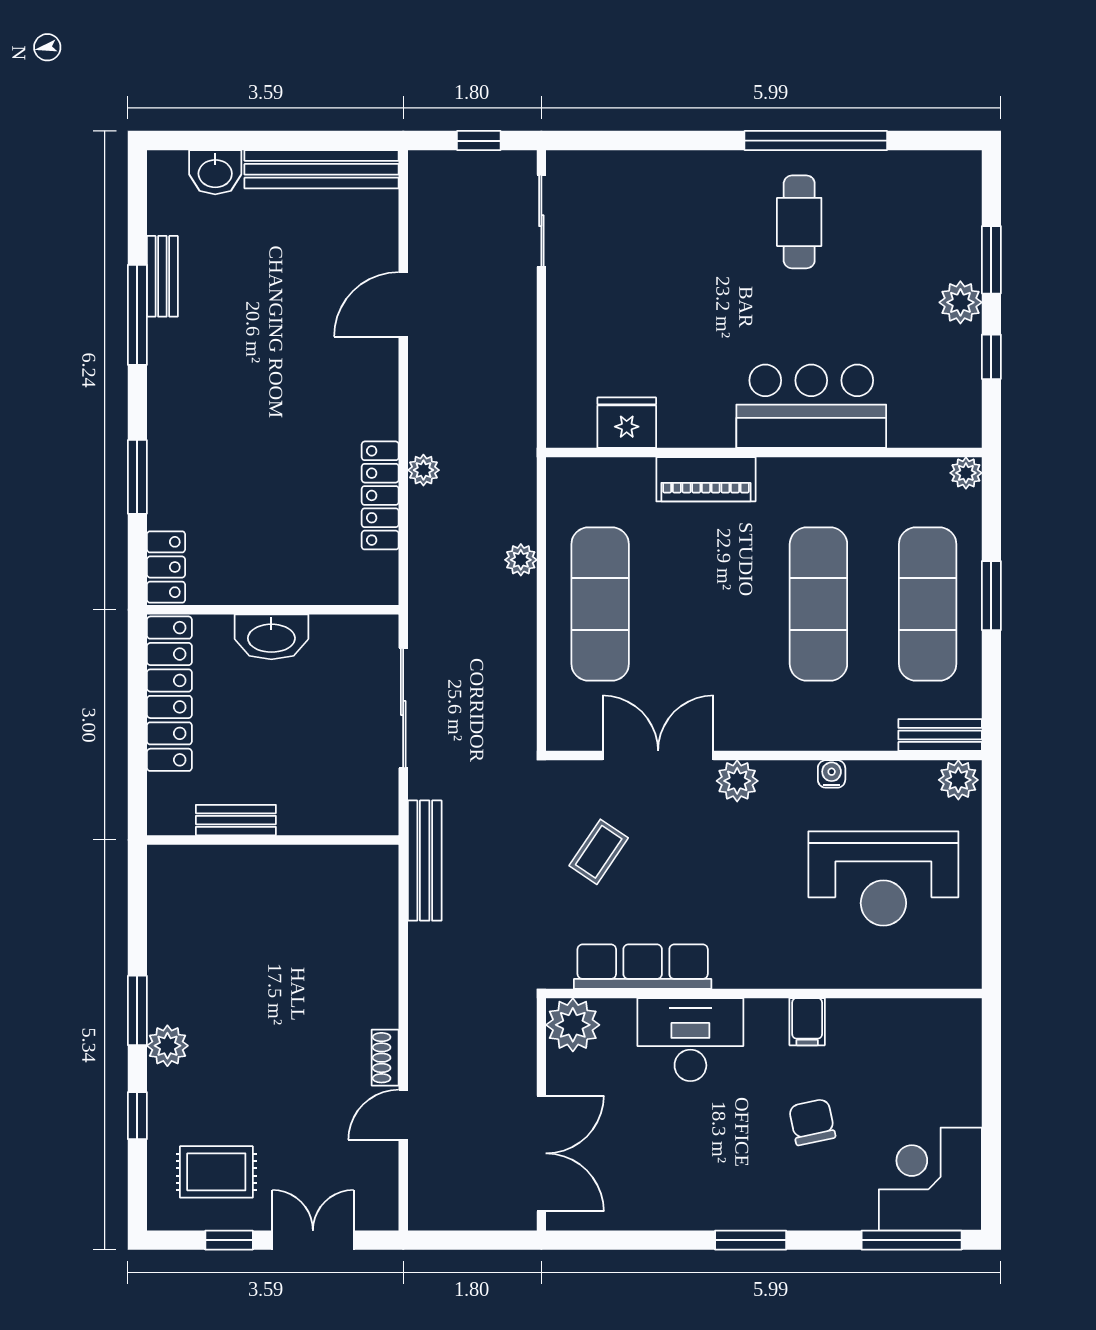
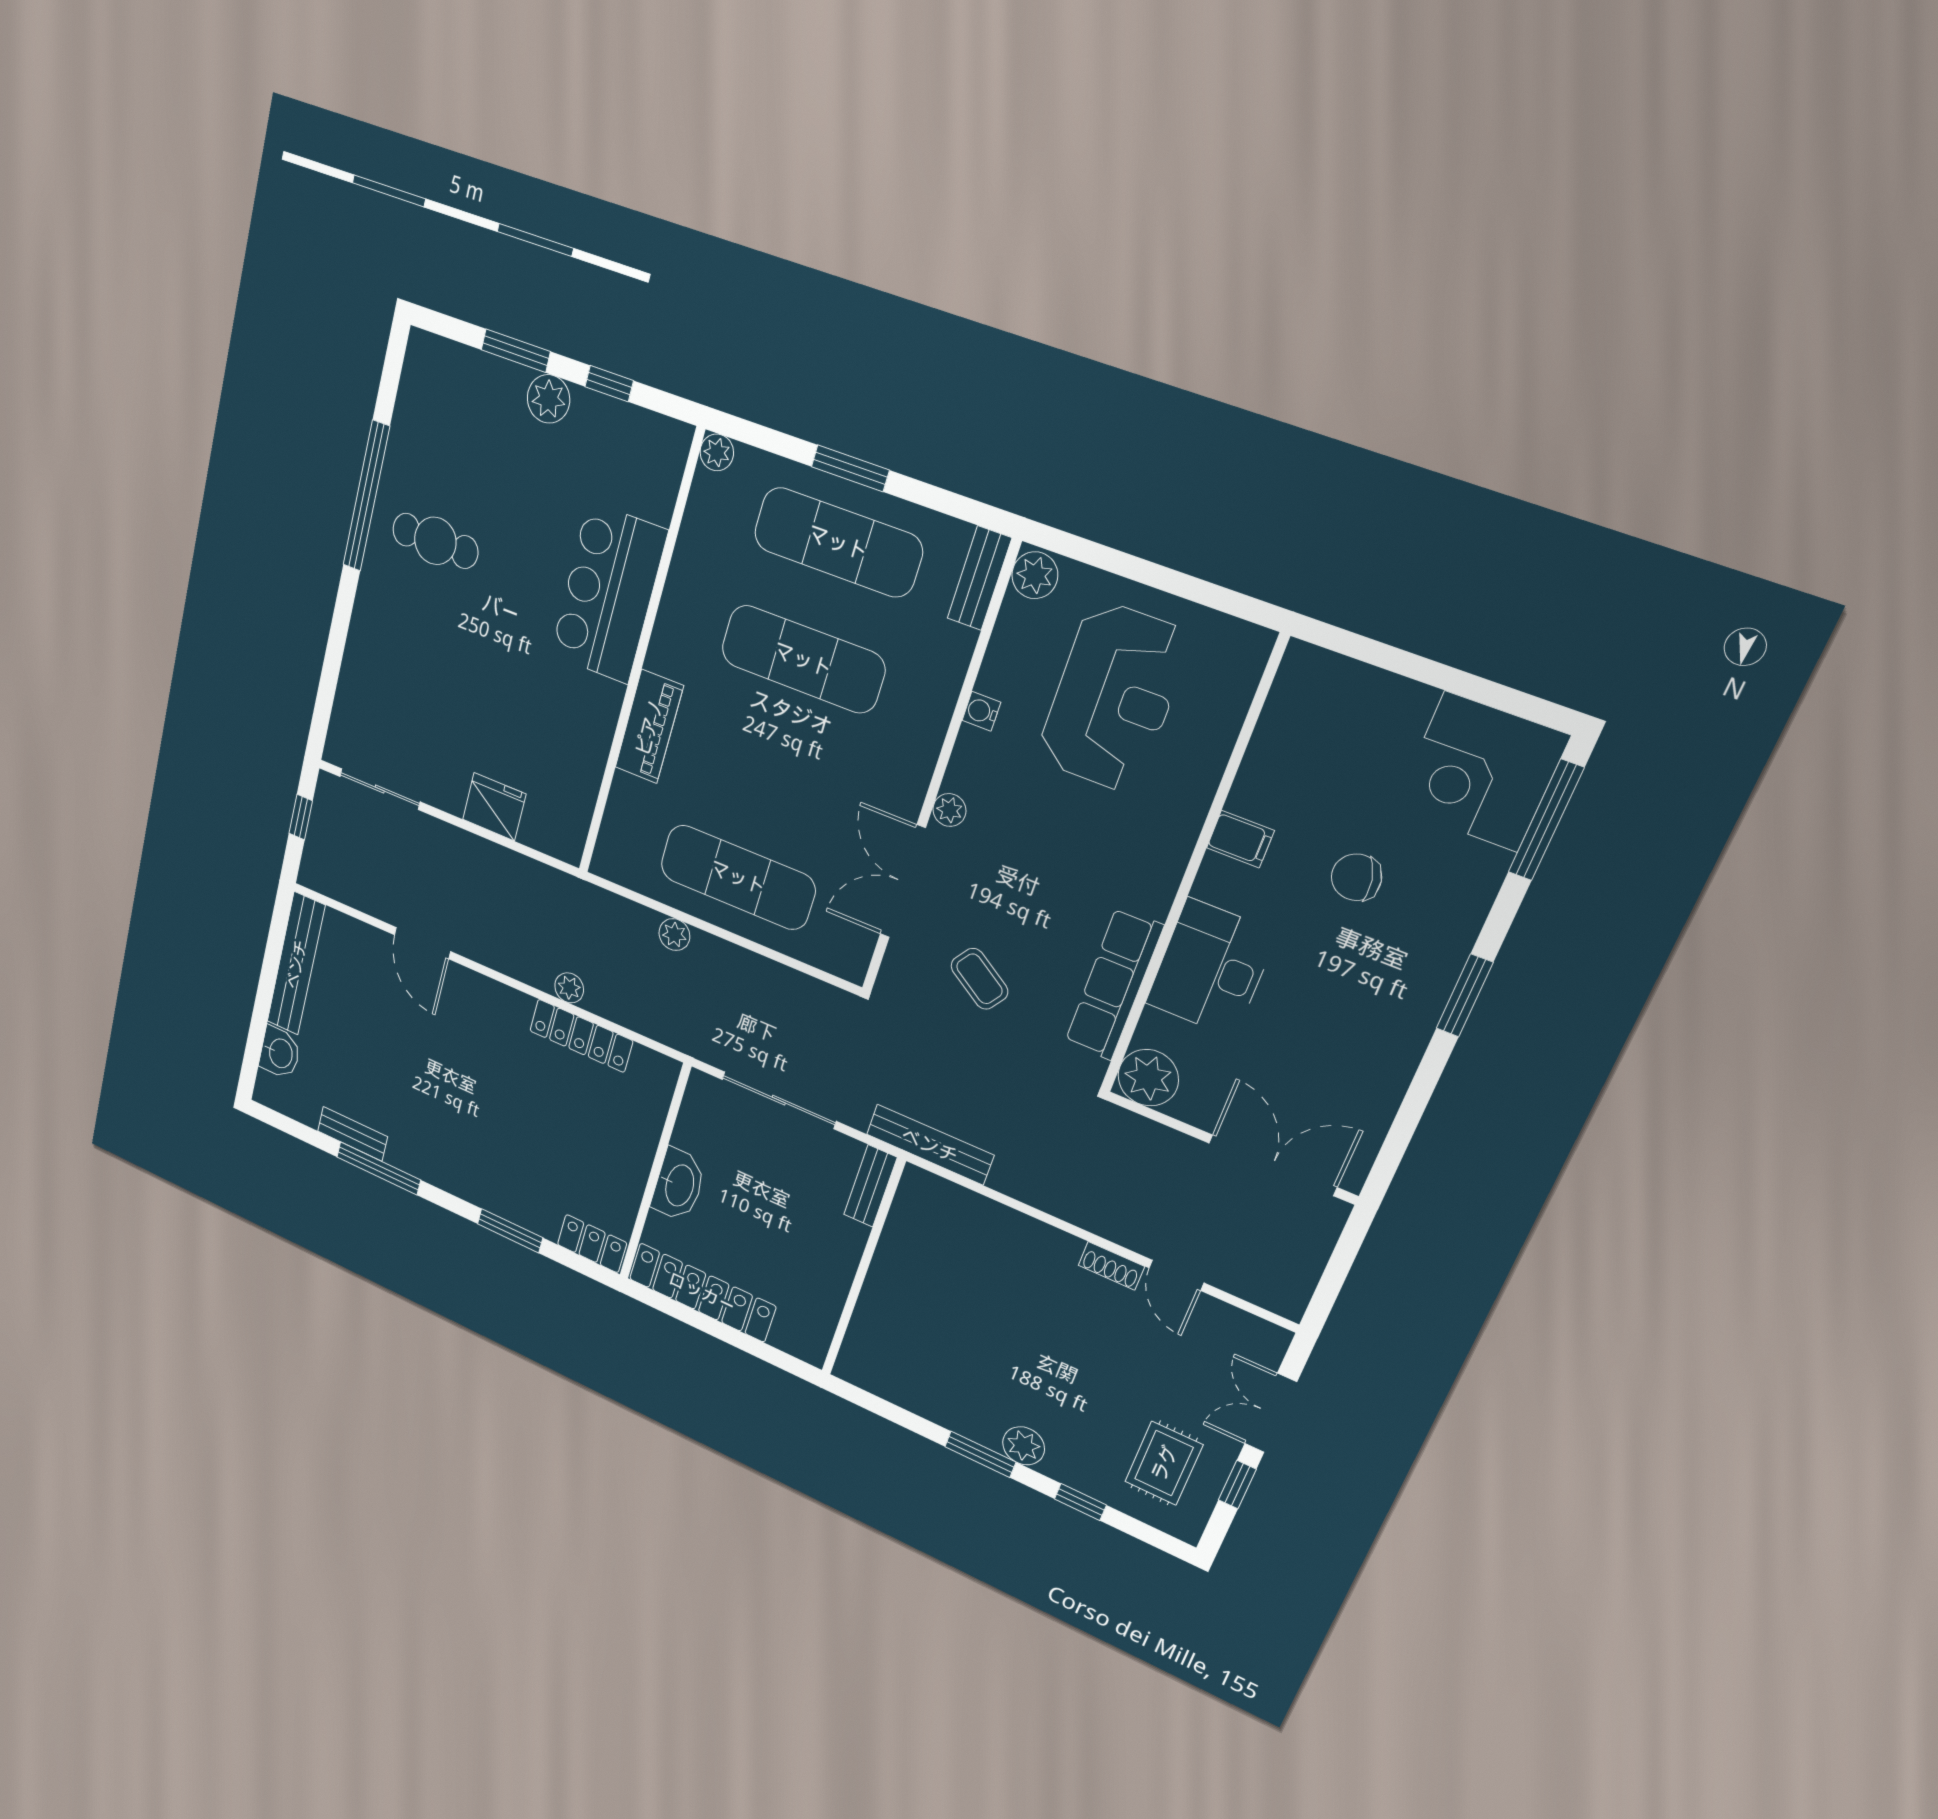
fridge: (627, 423) -> (494, 807), moved, turned 90
plant: (737, 781) -> (949, 810), width x0.73, depth x0.73
bench: (236, 820) -> (870, 1186), moved

